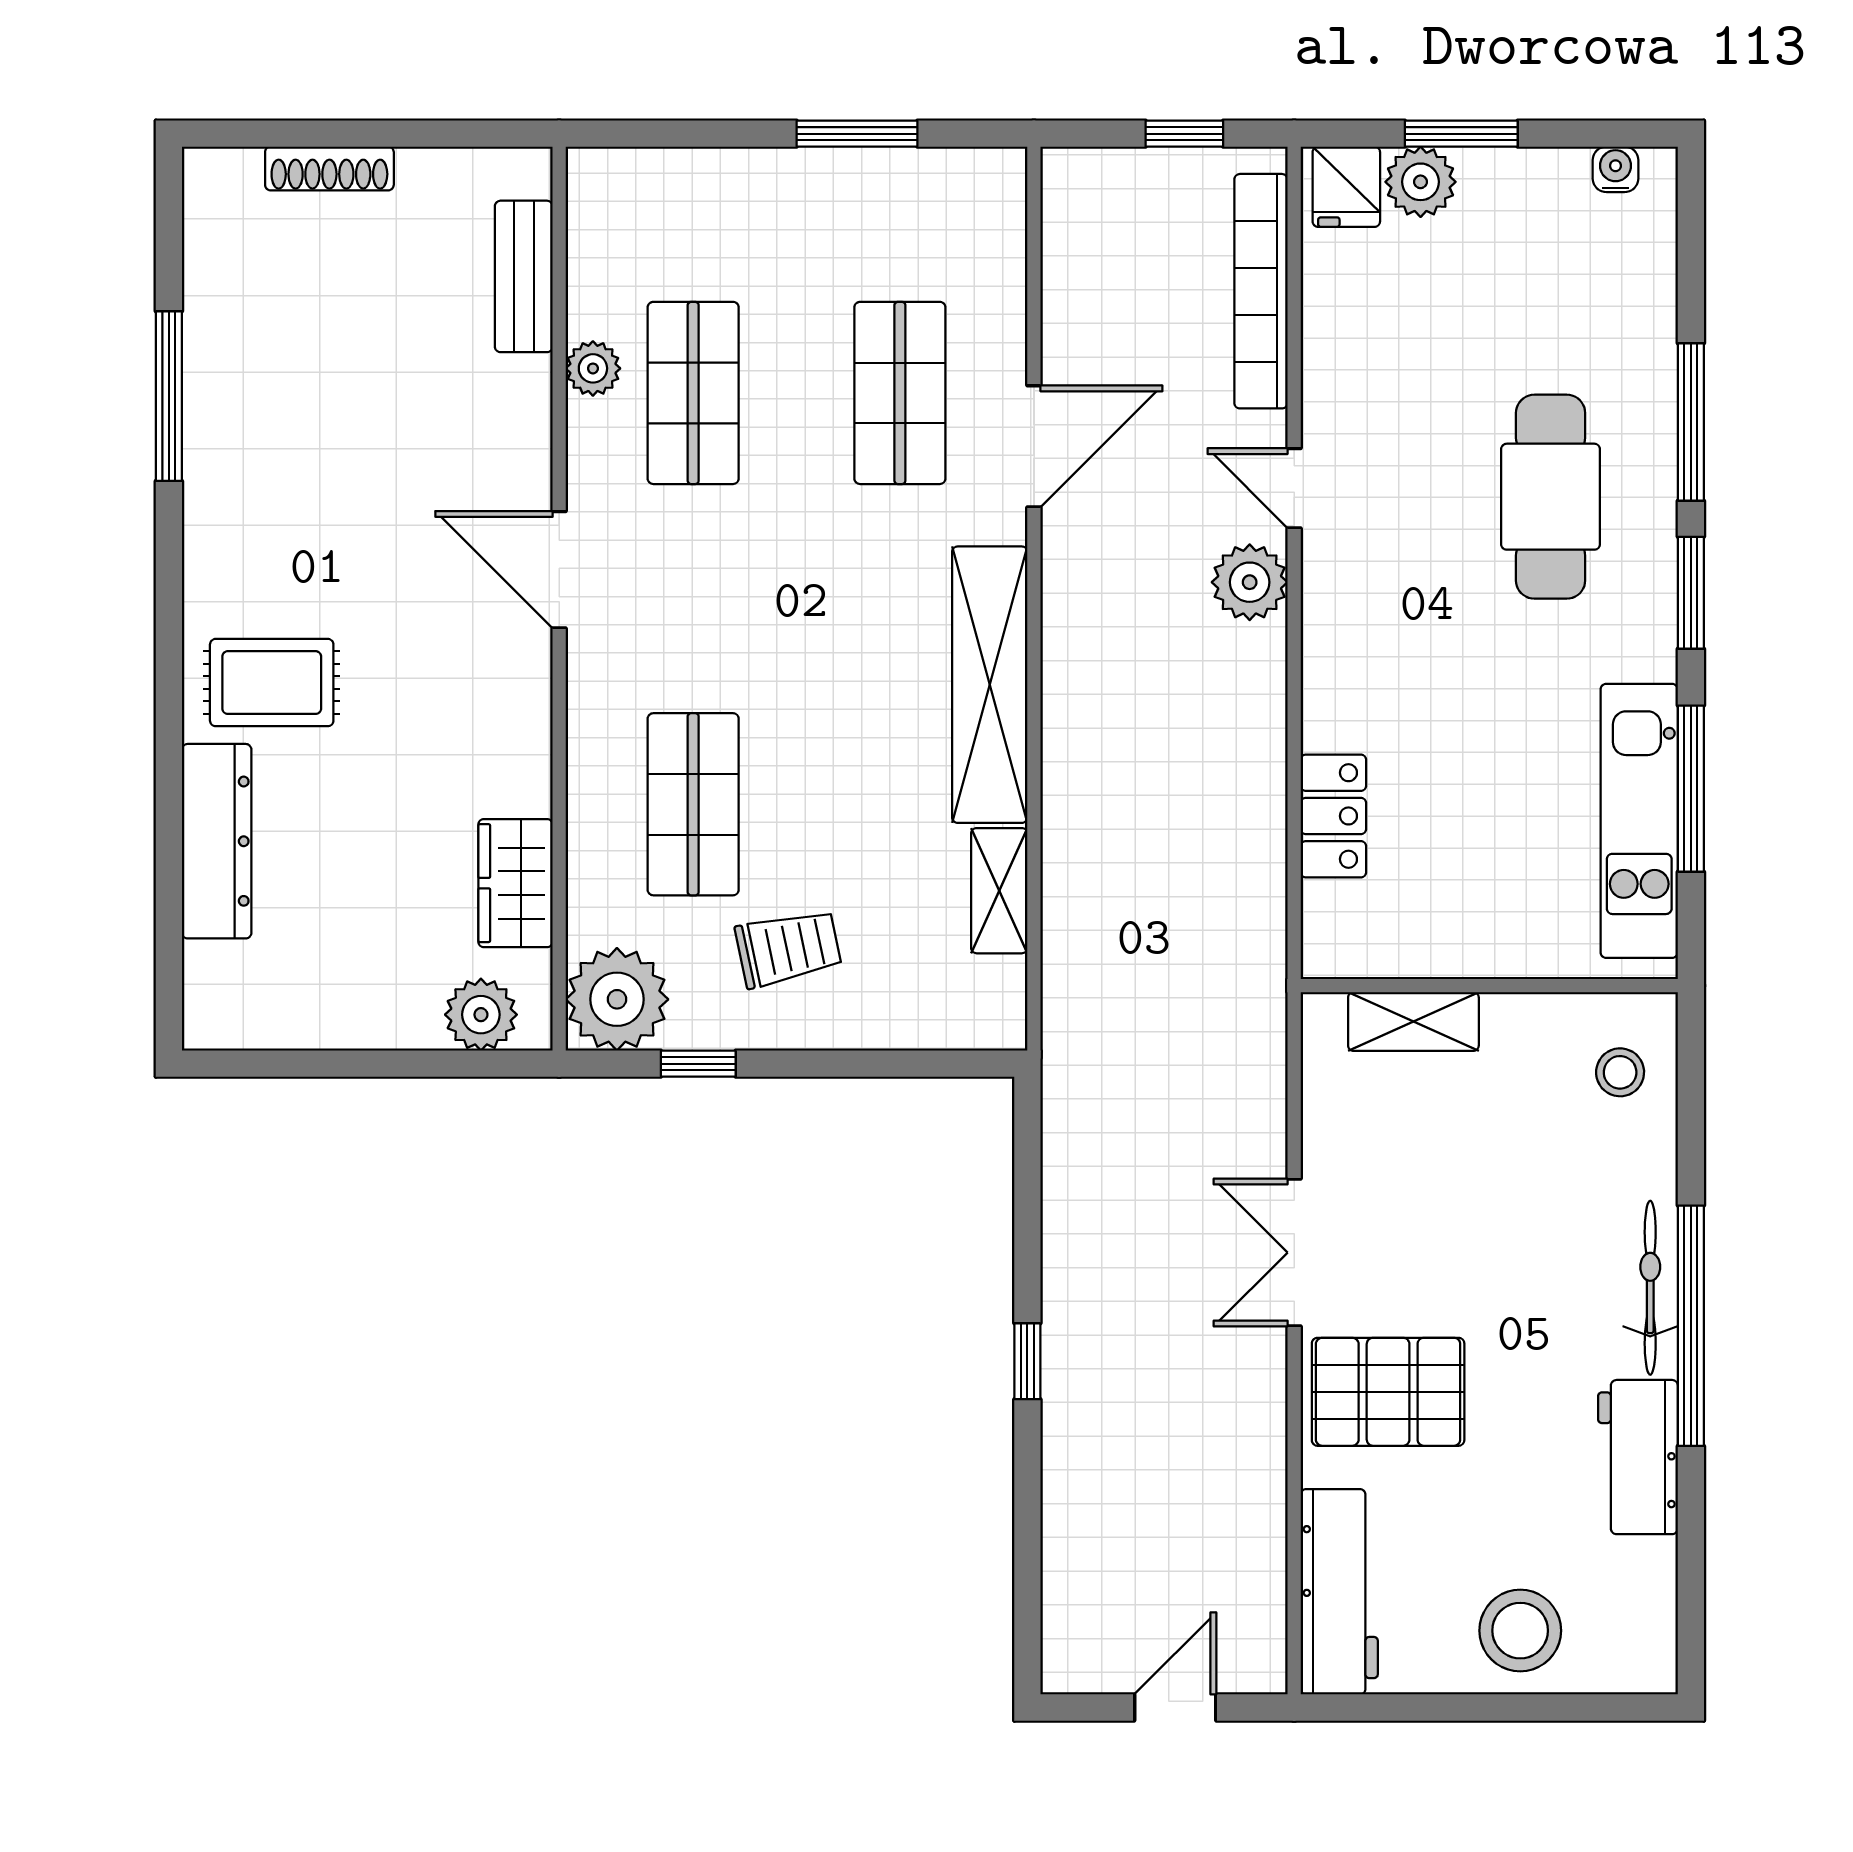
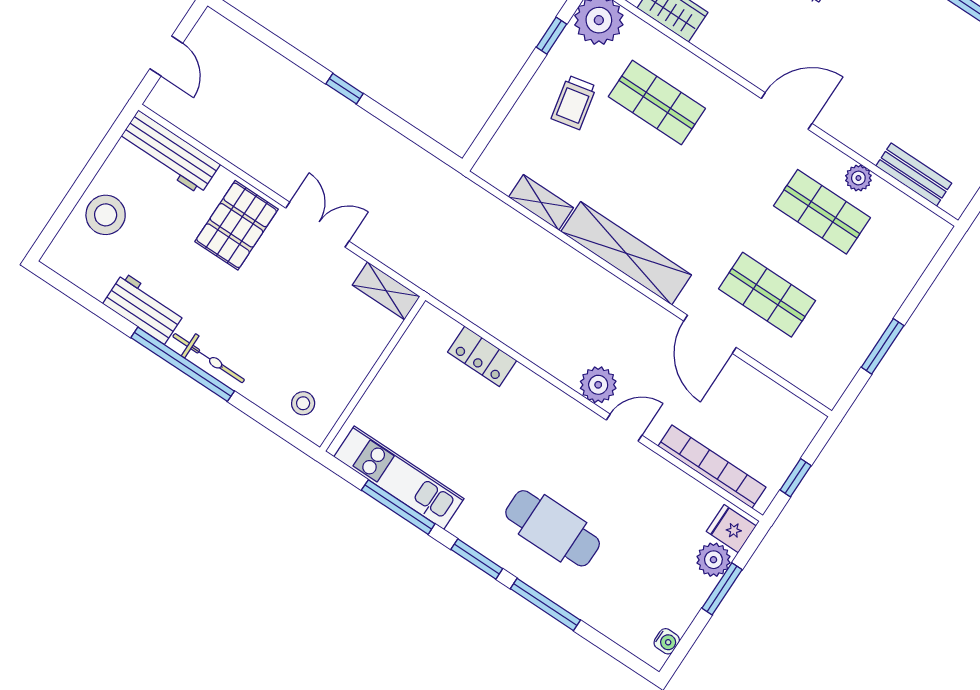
shelving: (1413, 1022) -> (386, 291), moved, turned 90

